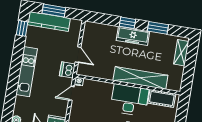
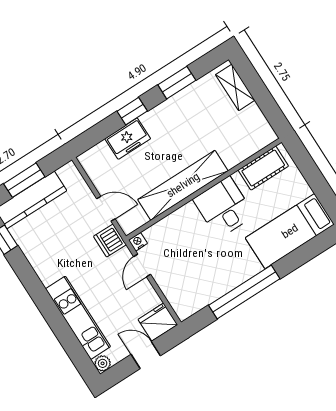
freezer: (133, 36) -> (128, 139), moved, width x0.71
kitchen unit: (27, 72) -> (78, 318), moved
shelving: (140, 78) -> (183, 185), moved
desk: (129, 100) -> (224, 207), width x0.73

